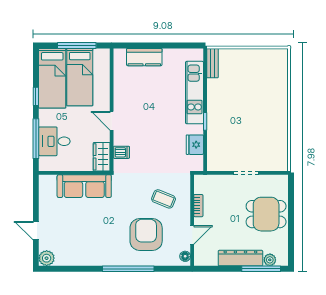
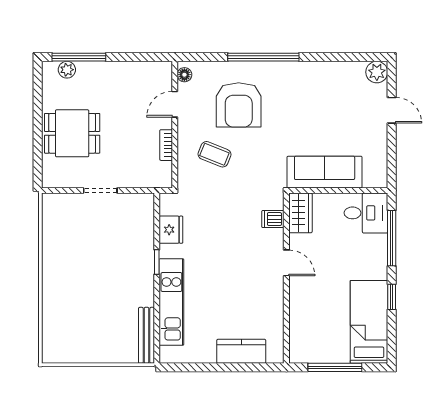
bench: (212, 63) -> (147, 335), width x1.36
bed: (80, 77) -> (331, 324), removed
desk: (54, 141) -> (366, 213), moved
dresser: (240, 258) -> (108, 72), removed

